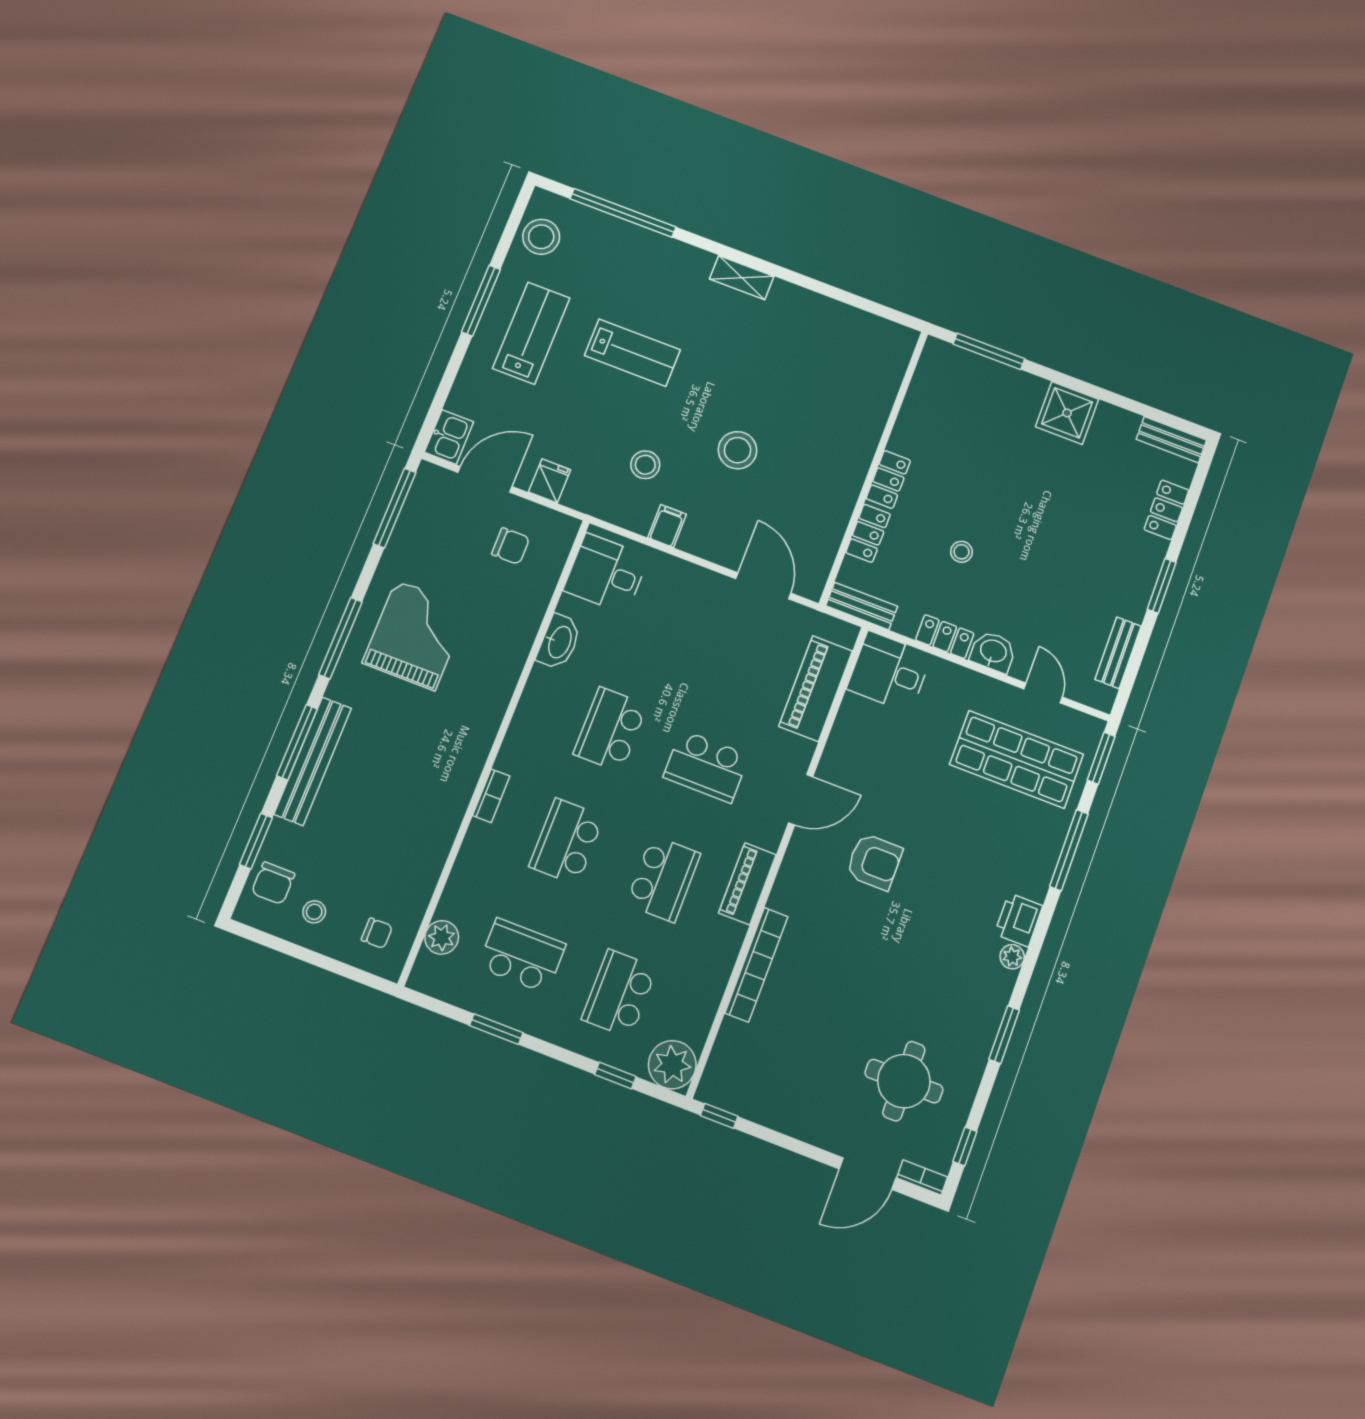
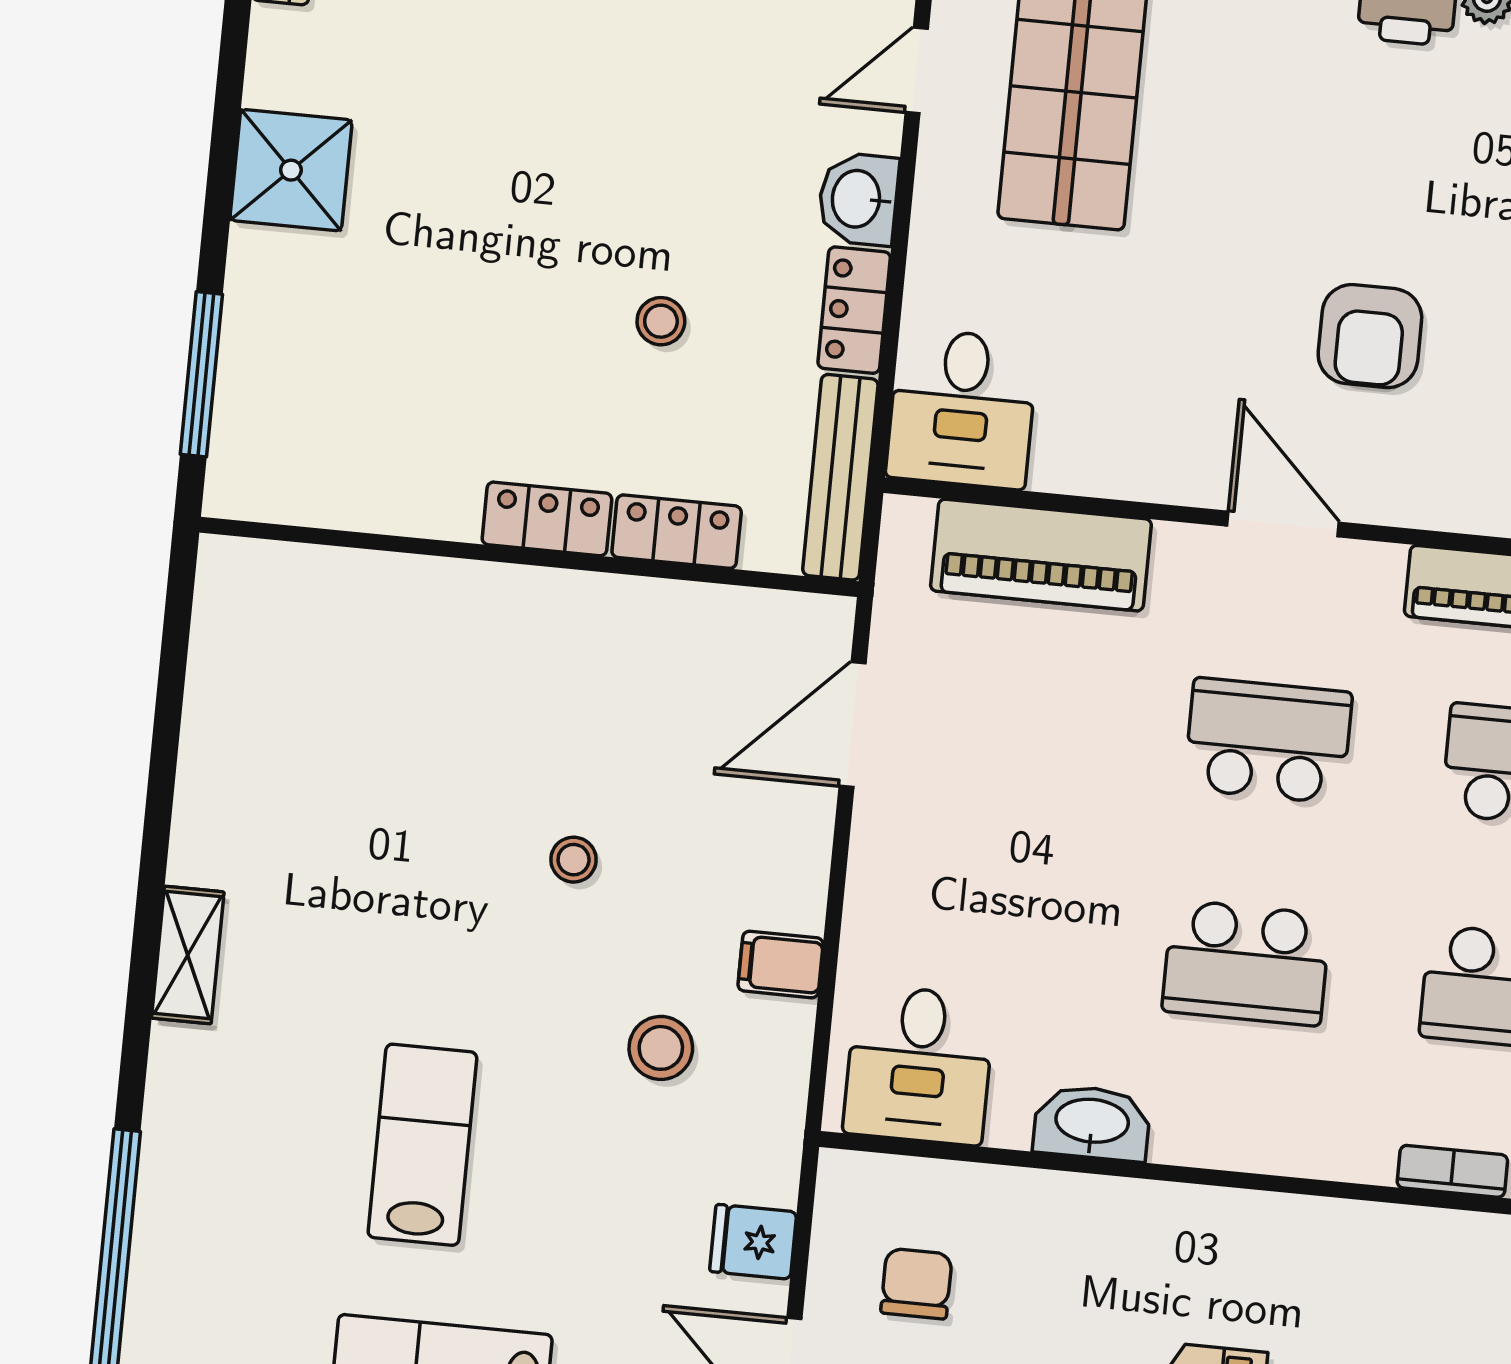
stool: (738, 450) -> (574, 860), width x0.53, depth x0.53
bench: (862, 606) -> (840, 477), width x1.36
school desk: (706, 766) -> (1268, 741), turned -90
armchair: (874, 862) -> (1370, 336), turned 180

